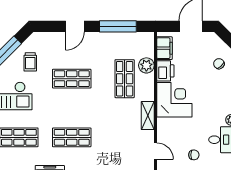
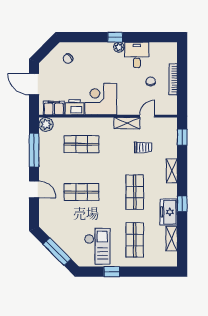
trolley: (30, 62) -> (143, 147), moved
plant: (146, 65) -> (46, 124), moved
shop shelf: (72, 79) -> (82, 192), turned 90
shelving: (148, 116) -> (127, 123), moved

